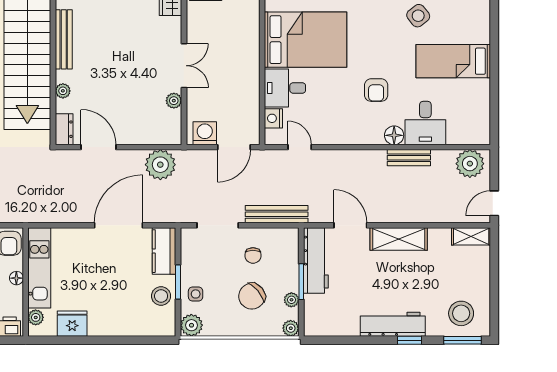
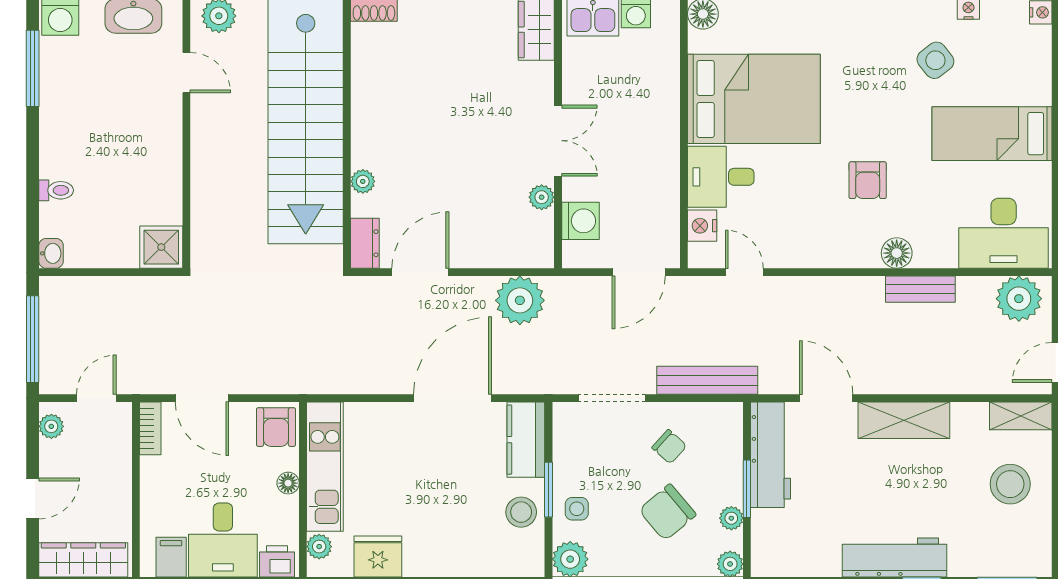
bench: (64, 39) -> (364, 99), removed
desk: (425, 123) -> (1004, 233), moved, width x1.37
washing machine: (205, 133) -> (580, 221), moved, turned 90
door: (99, 147) -> (420, 272), hinge flipped
chair: (253, 255) -> (669, 447), turned -48
stool: (461, 313) -> (1010, 484), moved

